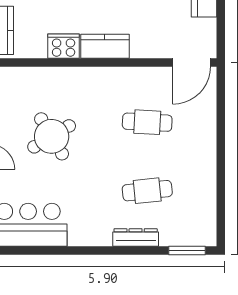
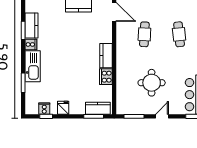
round table: (52, 136) -> (152, 83), turned 31

